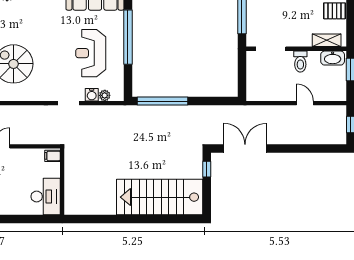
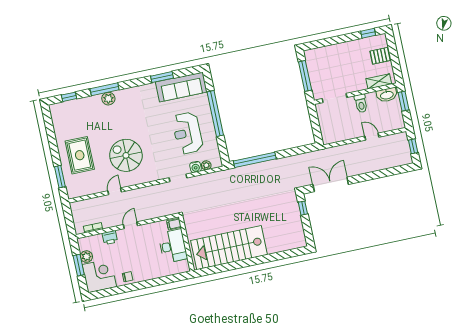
desk: (46, 196) -> (173, 246), moved
stairs: (160, 197) -> (229, 248), moved

